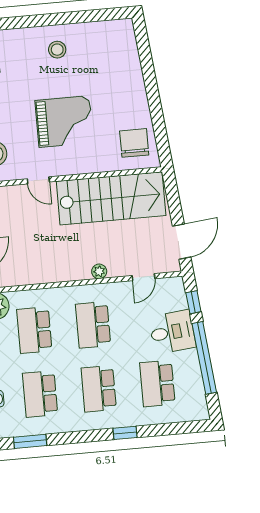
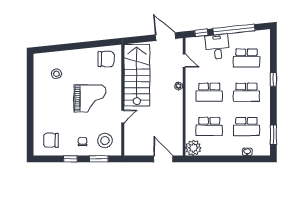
stool: (57, 50) -> (56, 74), moved
grand piano: (64, 122) -> (90, 98), turned 90
chair: (134, 143) -> (106, 59), turned 180

